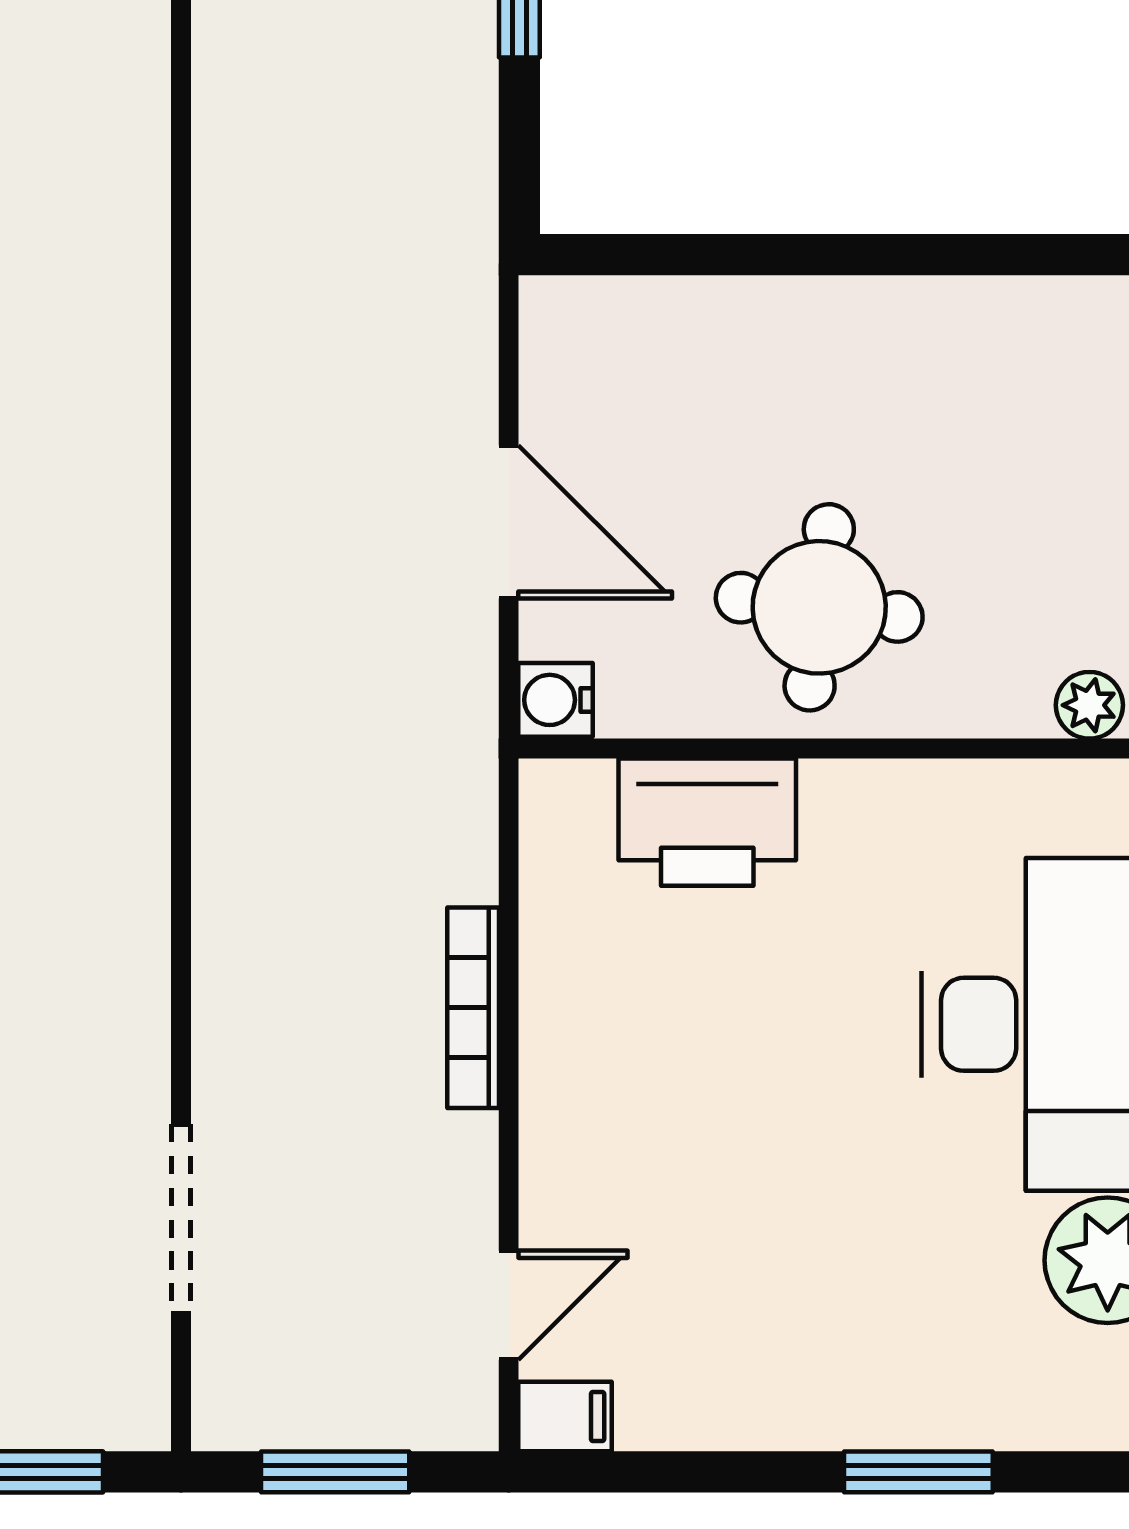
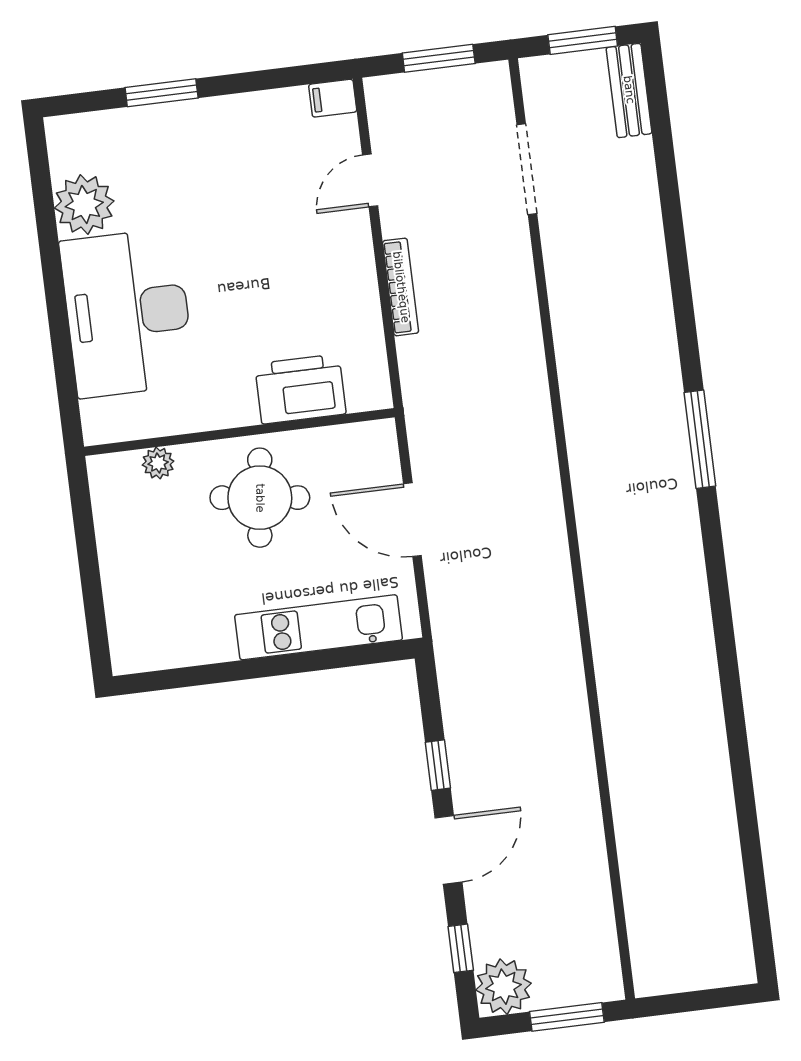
kitchen unit: (731, 323) -> (319, 627), added
water cooler: (556, 700) -> (380, 438), removed
plant: (1089, 705) -> (158, 463), moved
door: (509, 1305) -> (370, 180), moved

